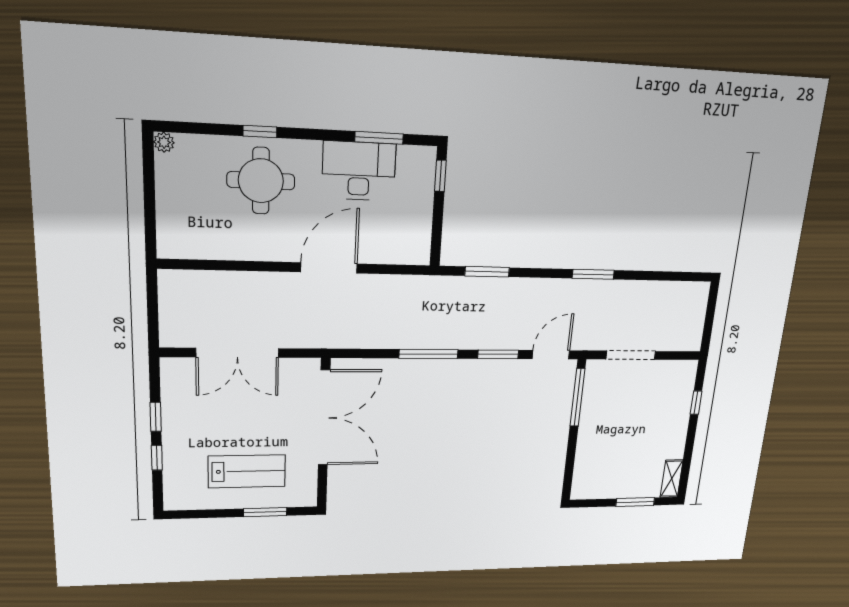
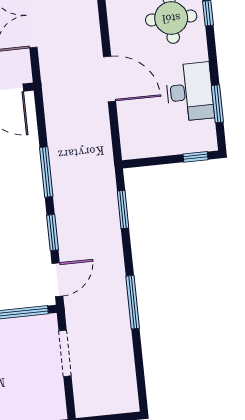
window: (593, 274) -> (133, 302), width x1.44
door: (551, 355) -> (57, 280), hinge flipped

